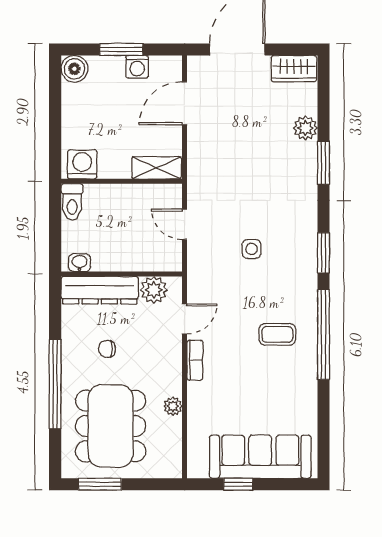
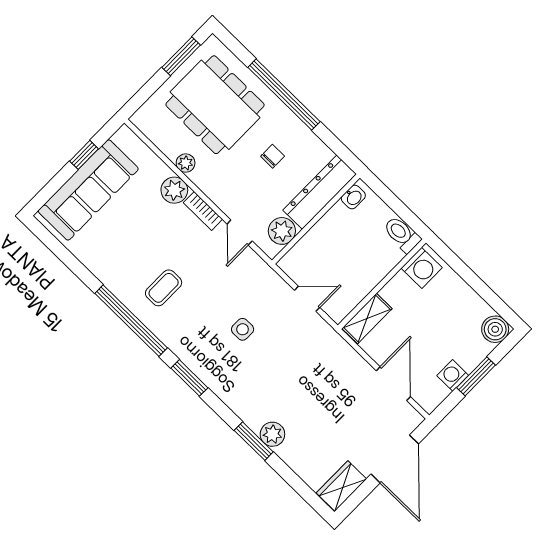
plant: (305, 128) -> (272, 434), moved
plant: (200, 395) -> (174, 190), added

